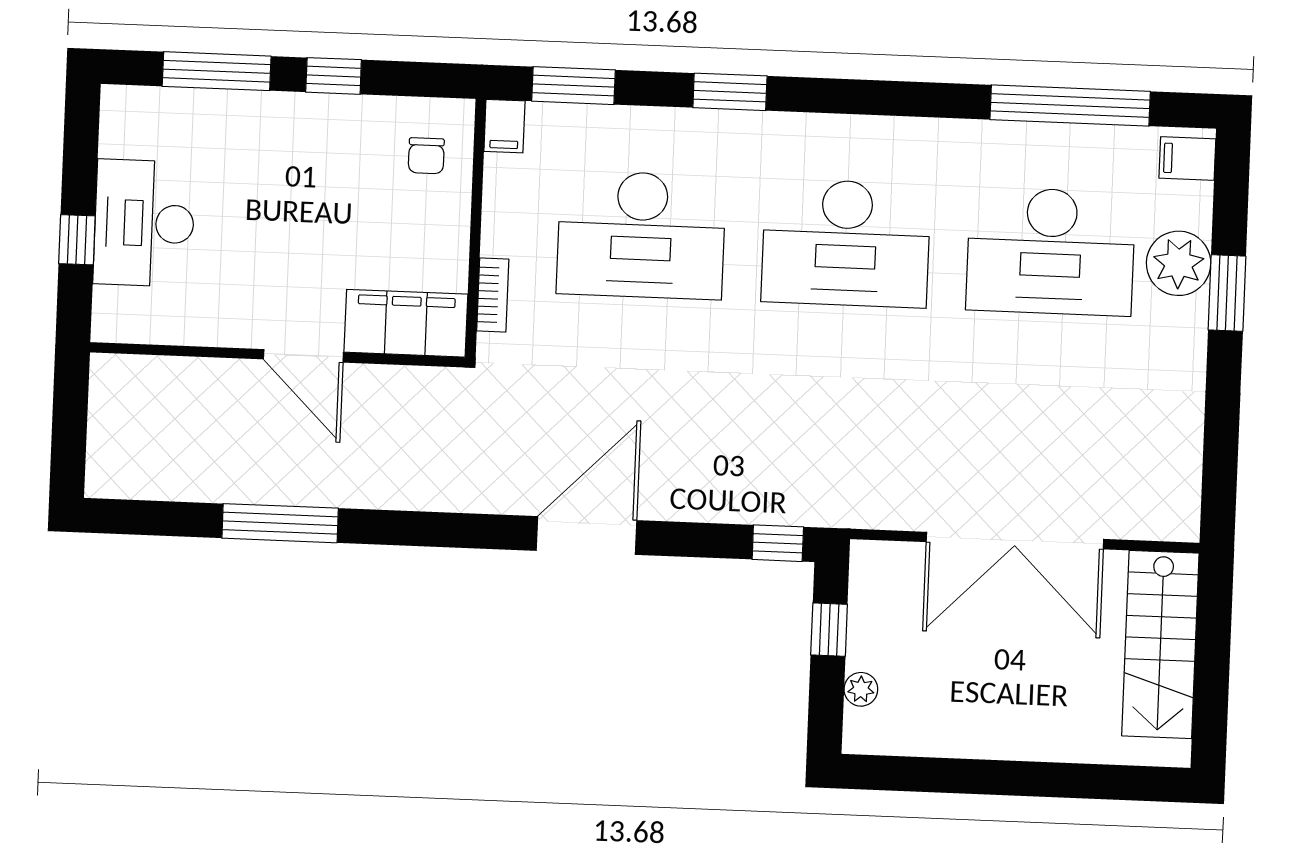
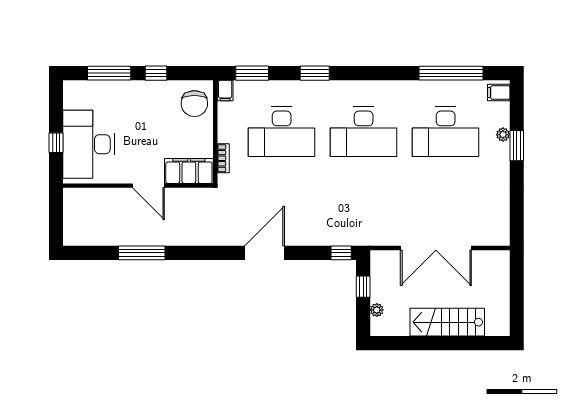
chair: (426, 156) -> (194, 104), width x1.87, depth x1.87
desk: (144, 223) -> (89, 144), width x1.36, depth x1.30
plant: (1179, 263) -> (503, 135), width x0.53, depth x0.53
stairs: (1160, 644) -> (447, 322), moved, turned 90

